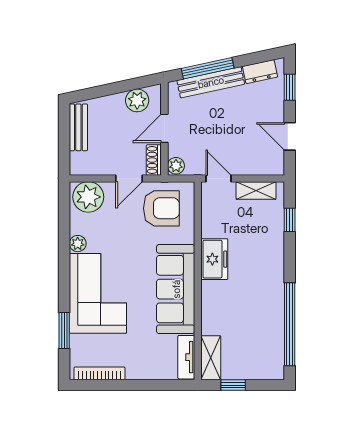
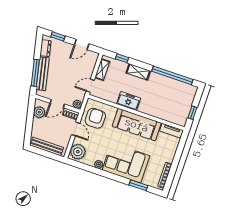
bench: (78, 127) -> (47, 146), width x1.36
door: (164, 128) -> (57, 104), hinge flipped
shelving: (211, 358) -> (138, 72), moved

